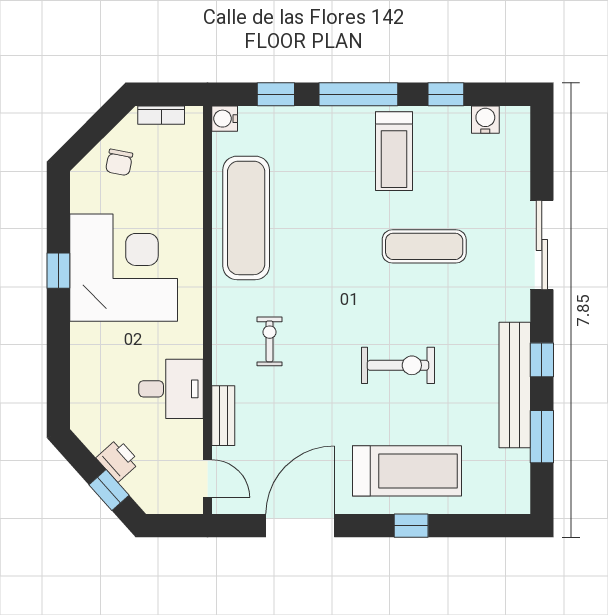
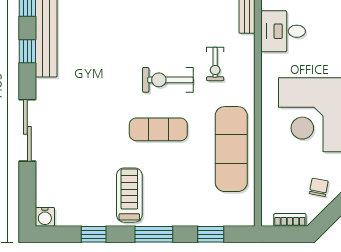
window: (358, 94) -> (154, 234), width x0.69
water cooler: (225, 119) -> (246, 217), removed
water cooler: (485, 120) -> (45, 217), moved
exercise mat: (424, 246) -> (158, 129), moved
exercise bike: (398, 365) -> (168, 80), moved

